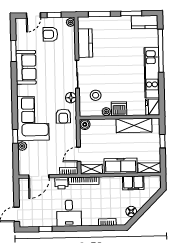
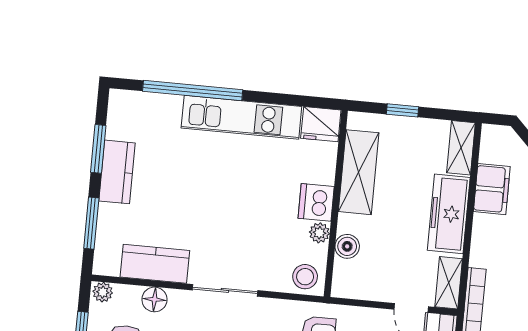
kitchen counter: (145, 22) -> (117, 172), moved
stool: (96, 95) -> (305, 277), moved
floor lamp: (71, 98) -> (154, 299), moved
boiler: (85, 124) -> (347, 246), moved

